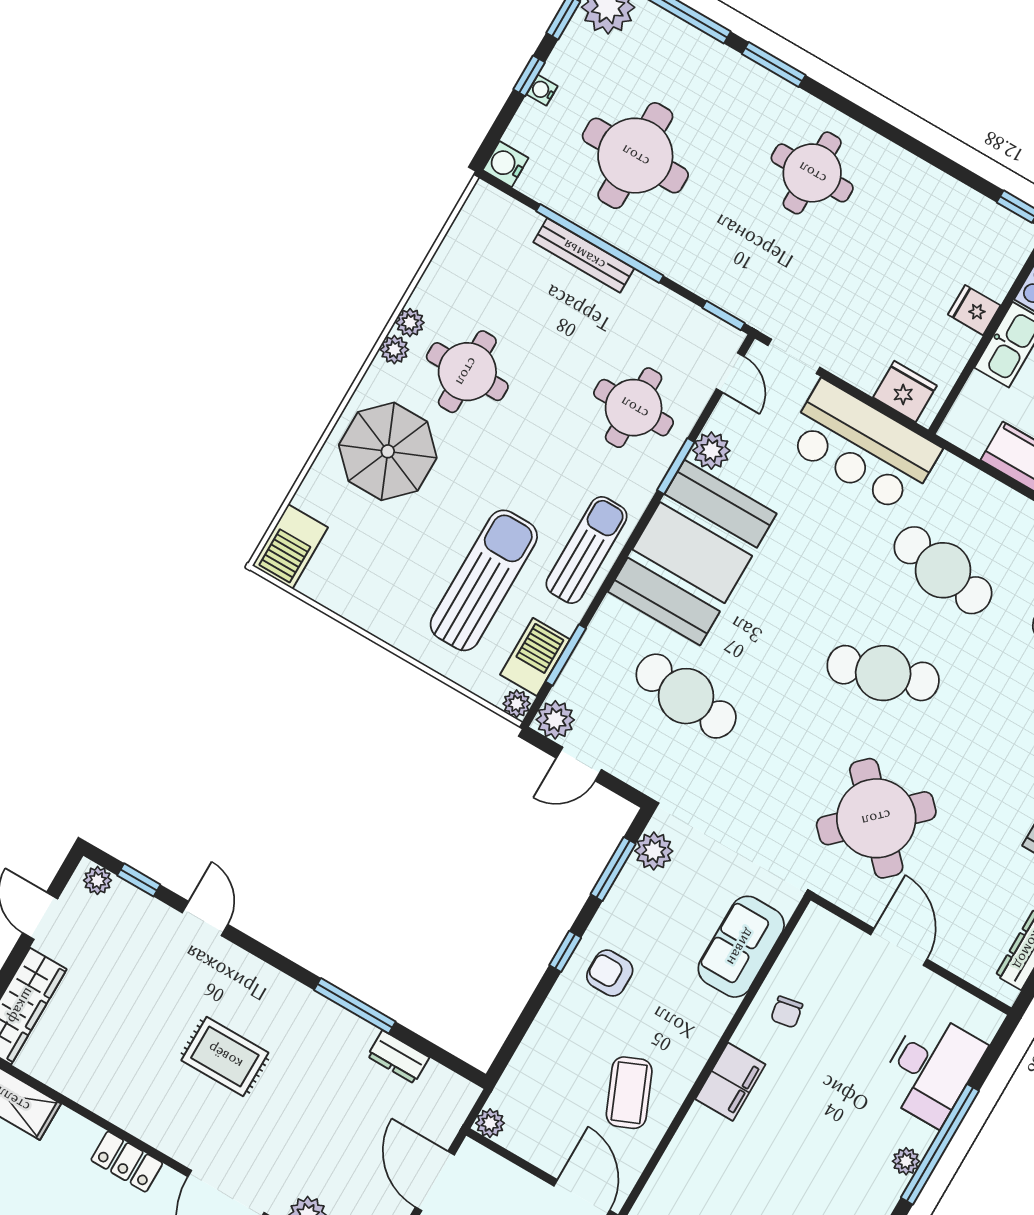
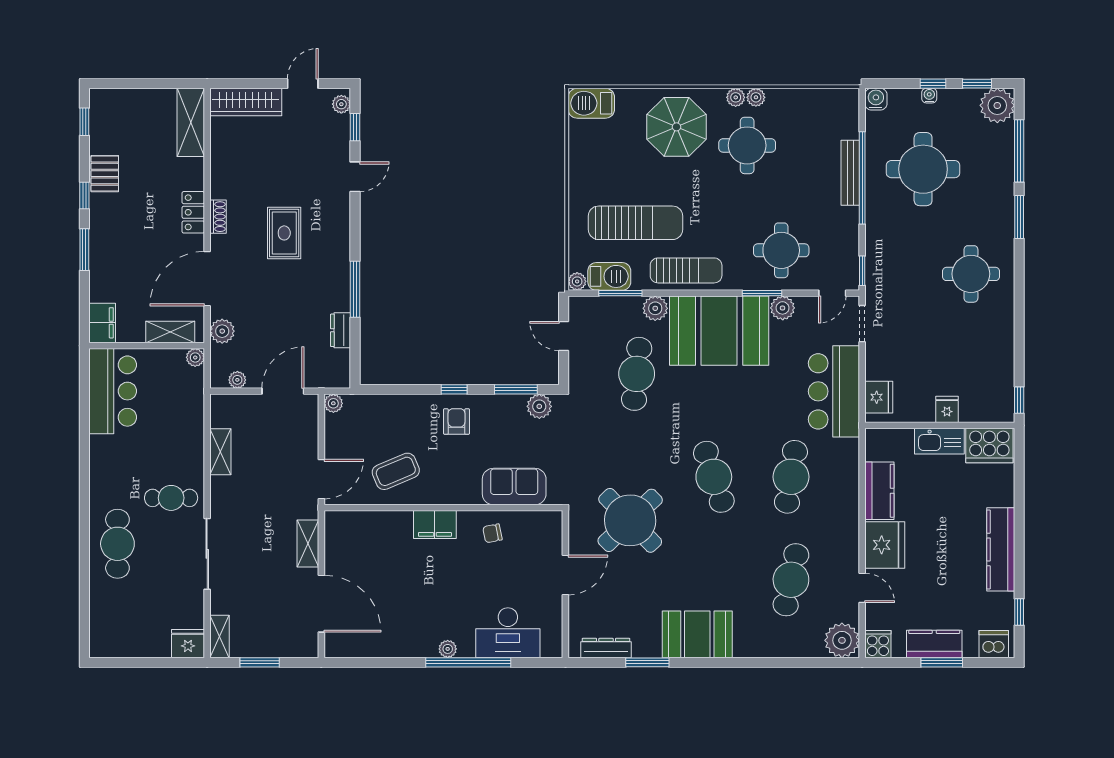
plant: (555, 720) -> (655, 308), moved
shoe rack: (152, 1132) -> (218, 217), added

